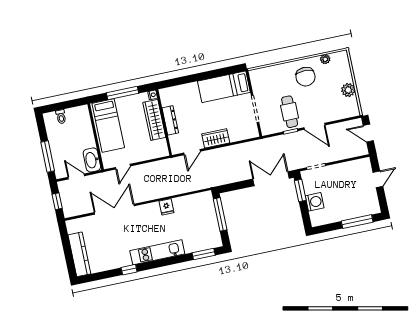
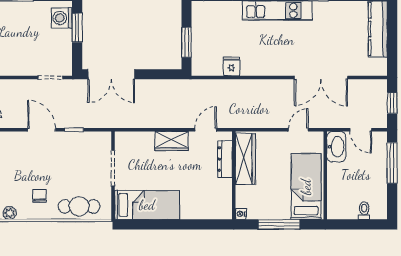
chair: (305, 77) -> (40, 196), width x0.54, depth x0.54
cafe table: (290, 112) -> (79, 206), moved, turned 90
wardrobe: (154, 120) -> (245, 159), moved
dresser: (170, 120) -> (225, 159), moved
window: (300, 191) -> (77, 28), moved
washing machine: (315, 202) -> (62, 18), moved
fridge: (166, 207) -> (231, 66), moved
window: (220, 214) -> (186, 42), width x0.69

